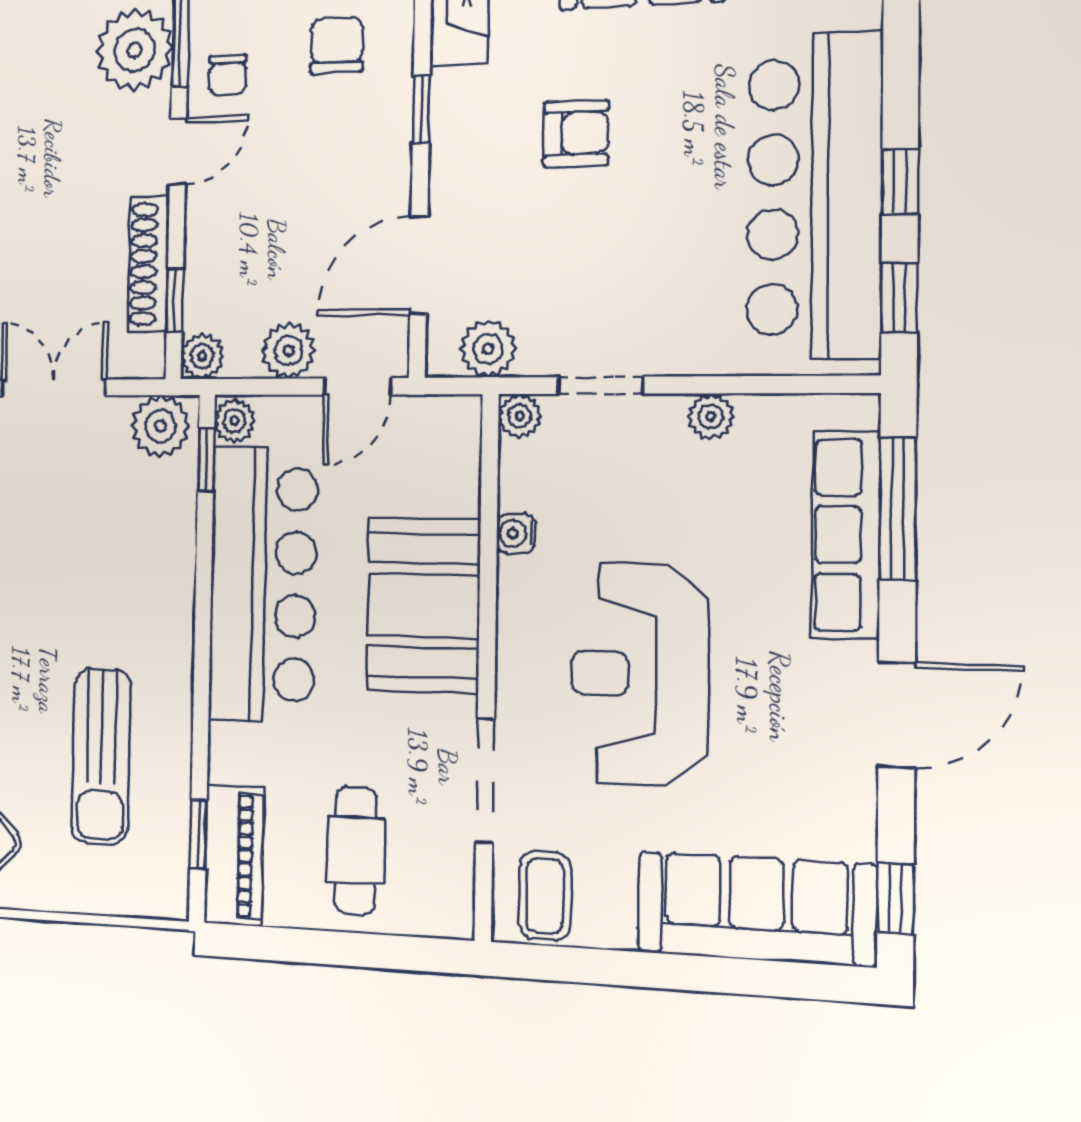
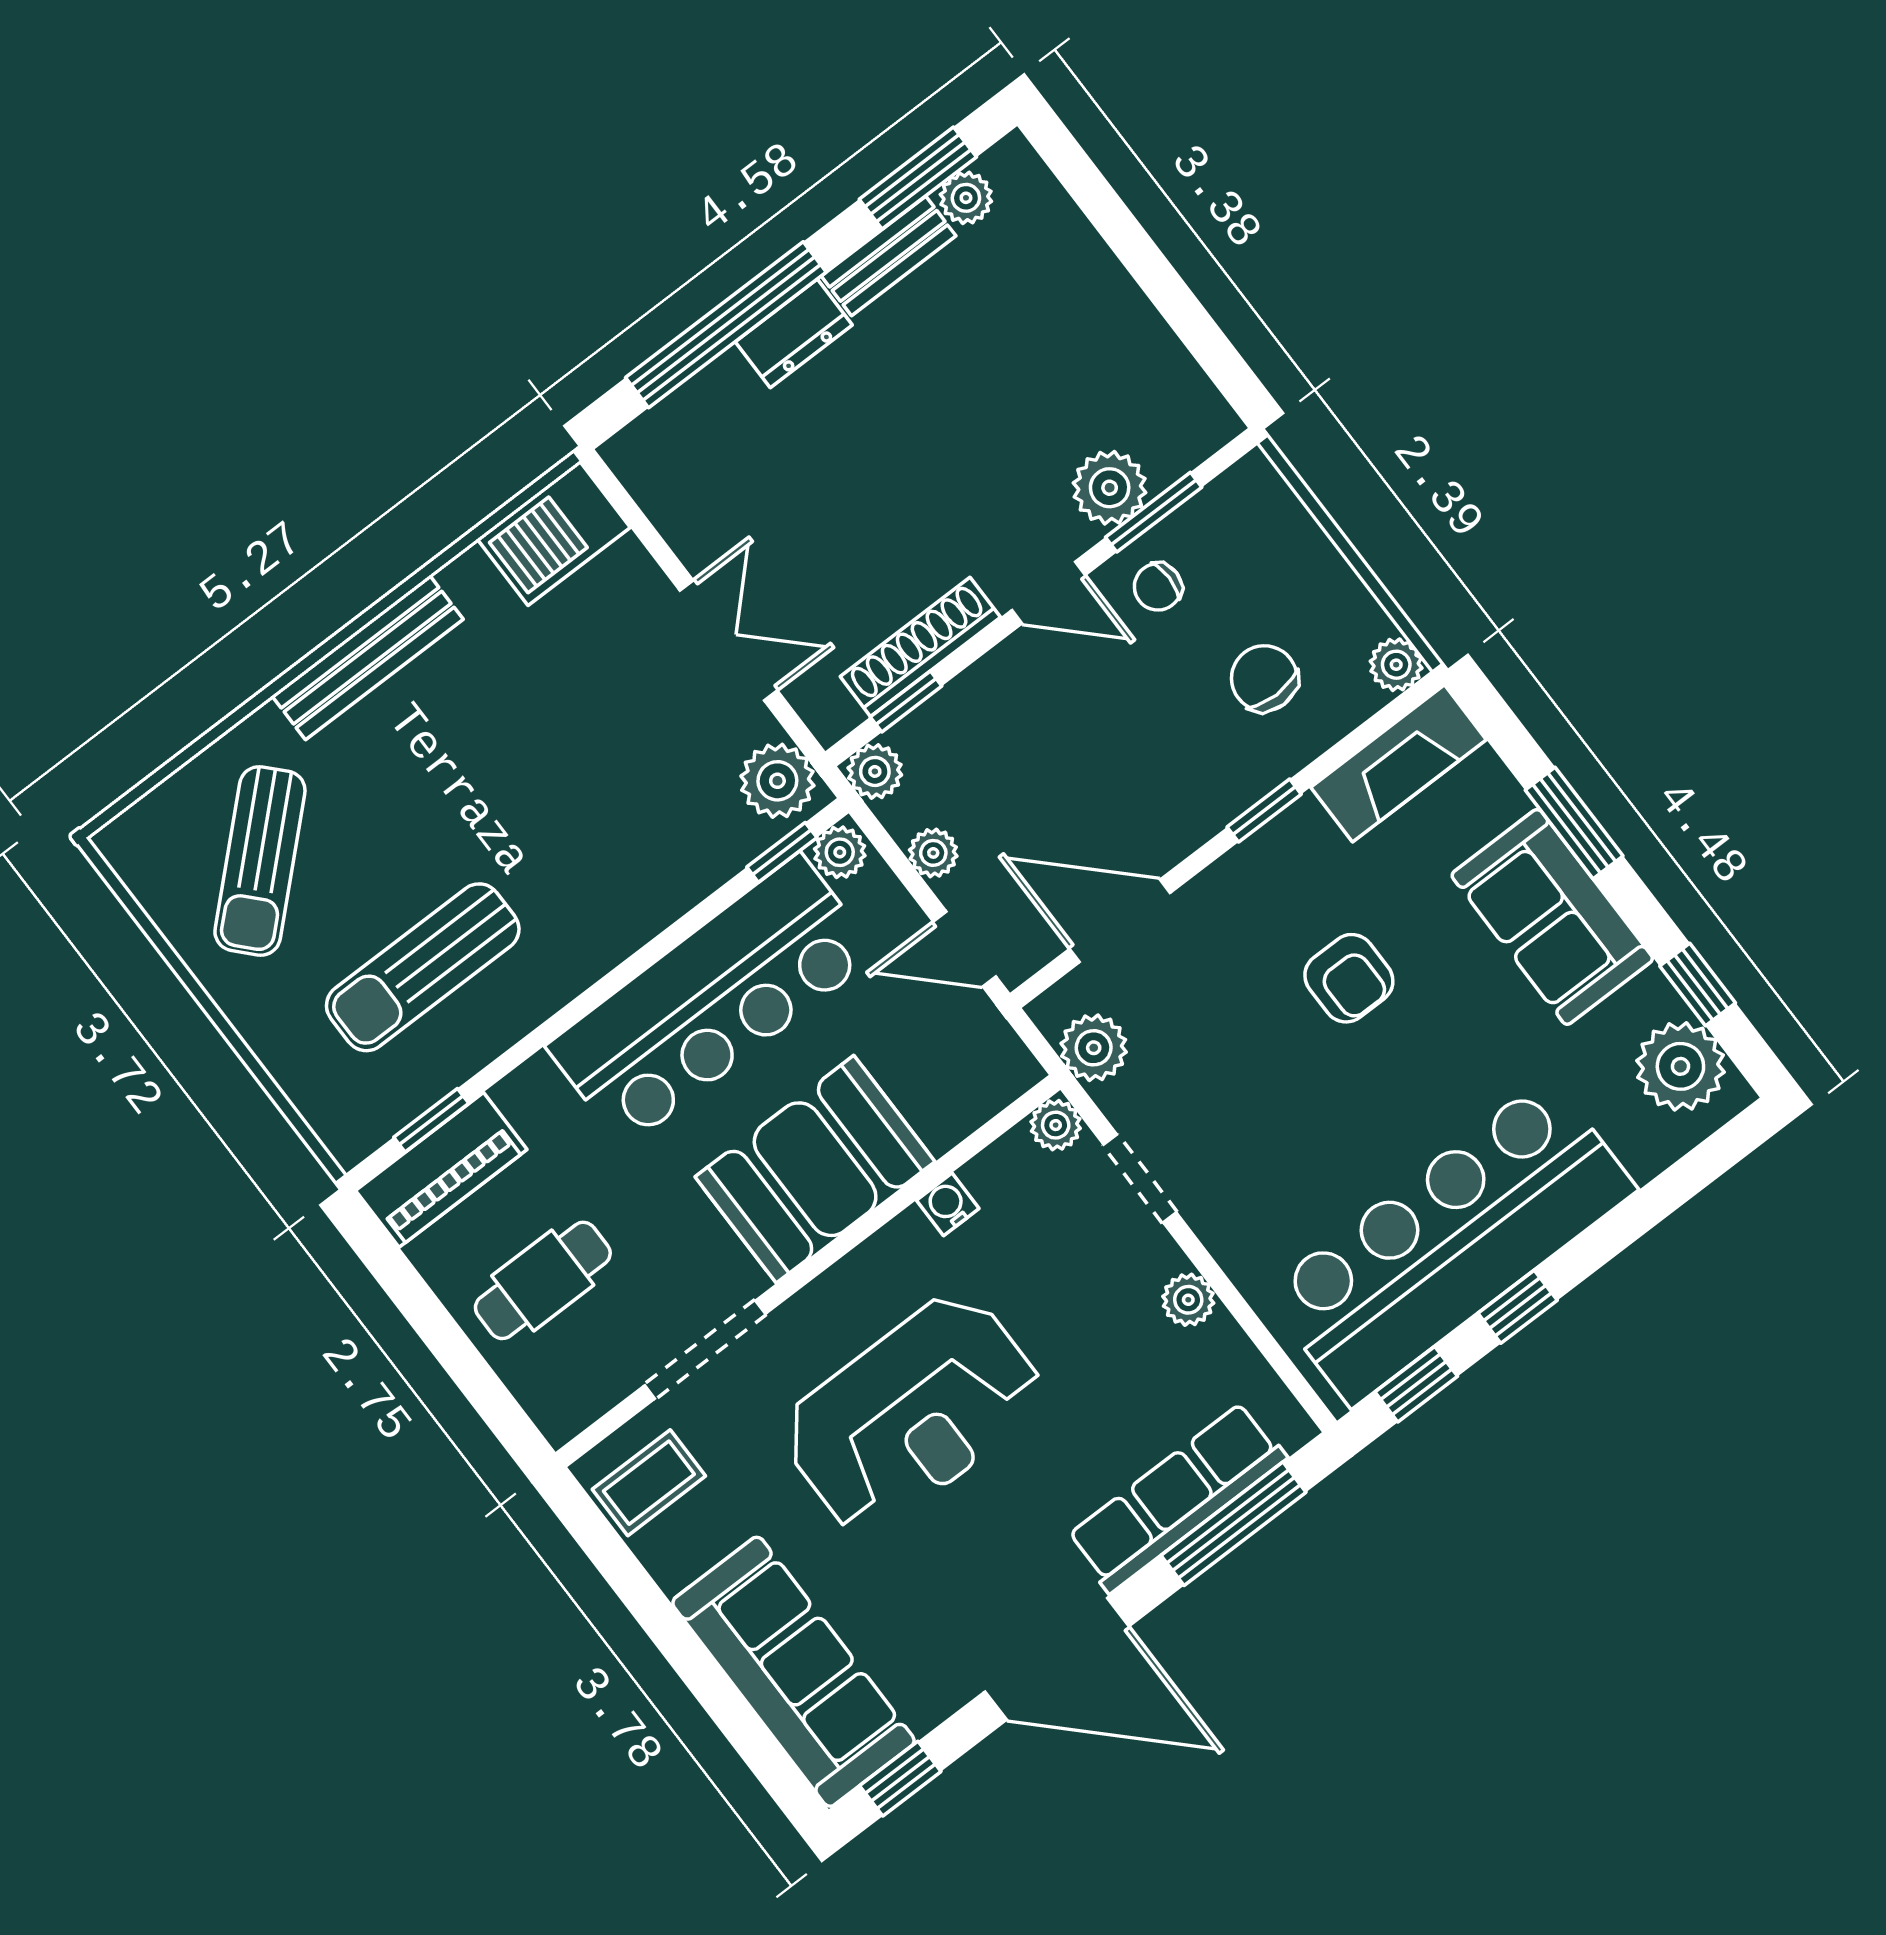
chair: (337, 45) -> (1264, 678), turned -90
plant: (134, 50) -> (1110, 488), width x0.73, depth x0.73
plant: (289, 351) -> (933, 853), width x0.73, depth x0.73
reception desk: (639, 674) -> (912, 1413), turned 180
door: (897, 715) -> (1057, 1659), width x1.36

